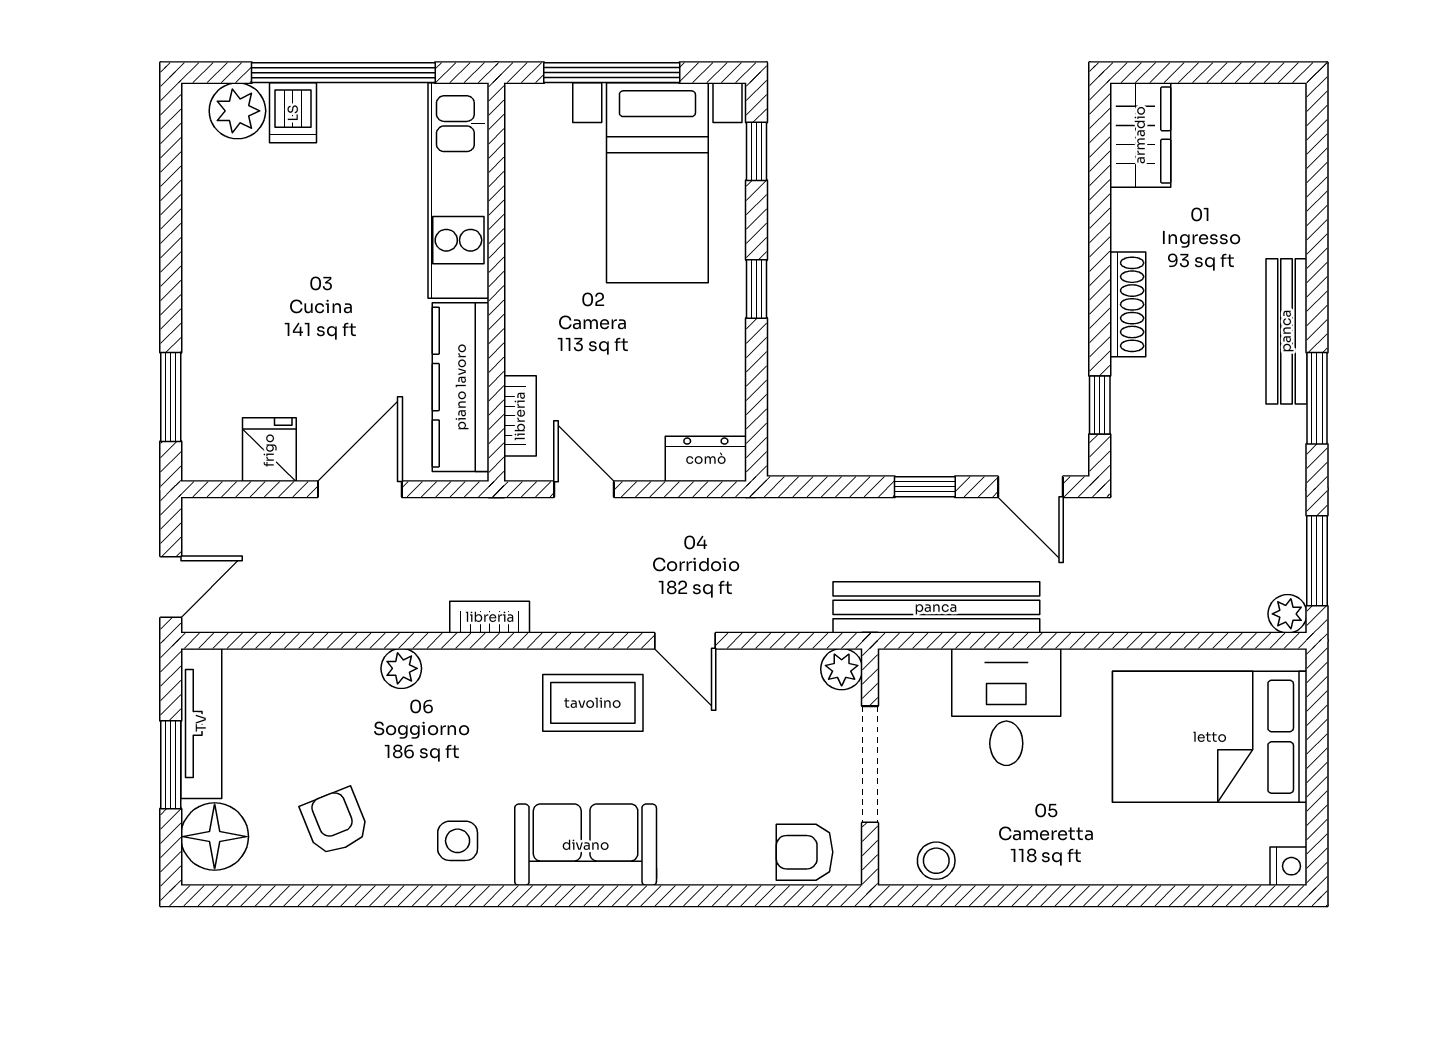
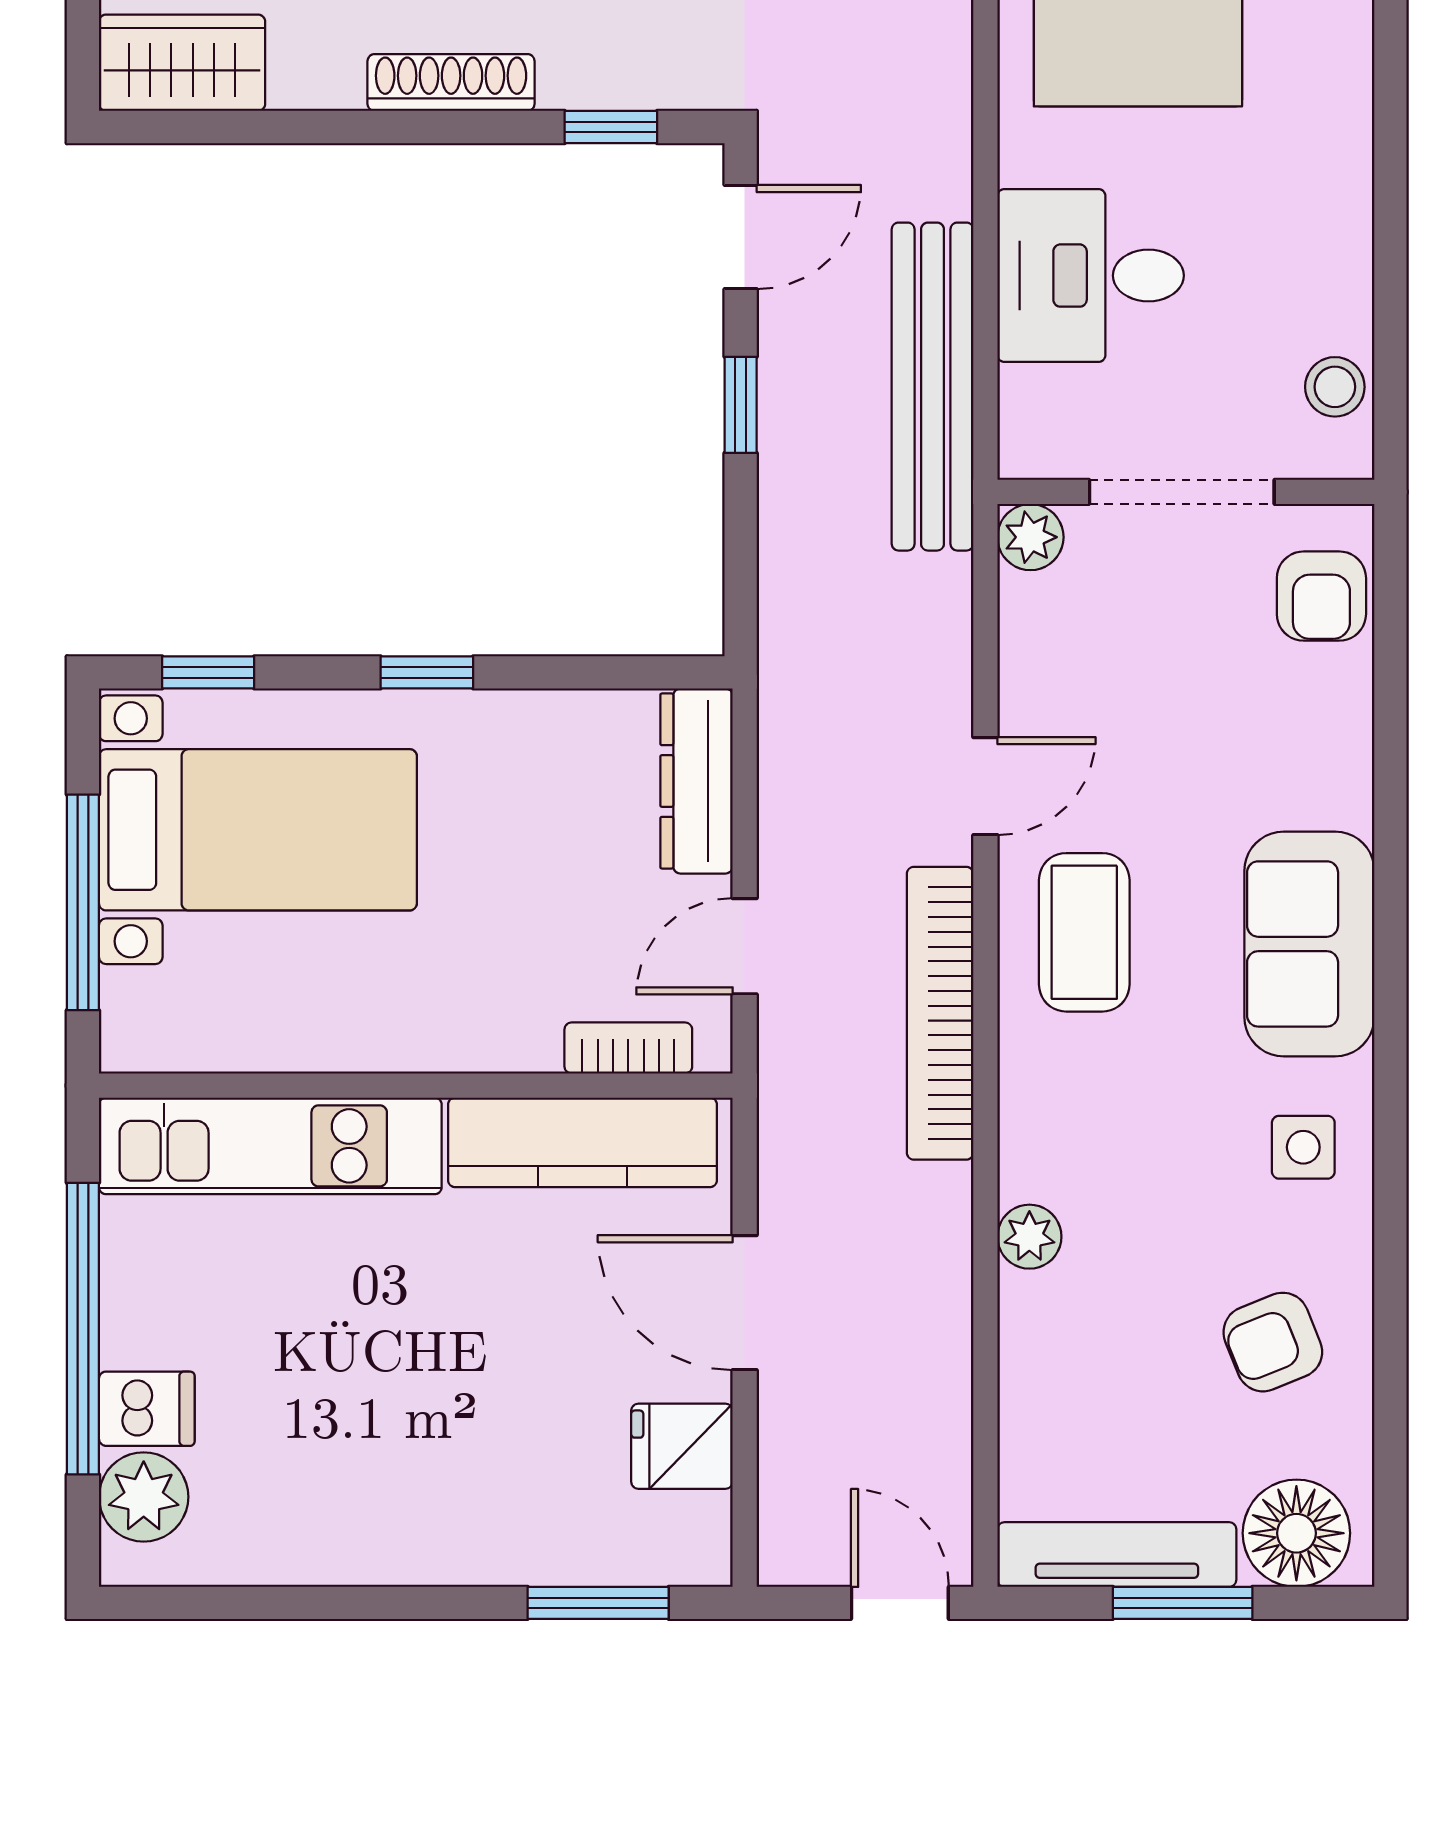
dresser: (706, 459) -> (696, 781), width x1.44
bookcase: (490, 617) -> (940, 1013), width x2.31, depth x1.31

